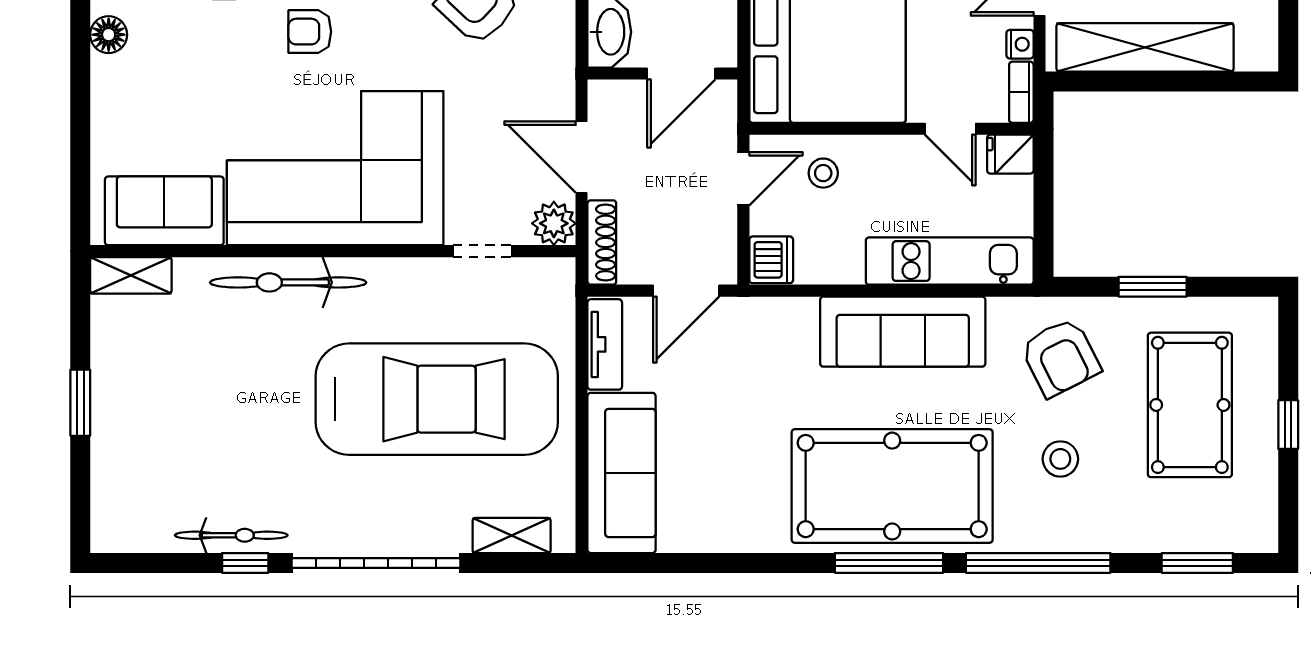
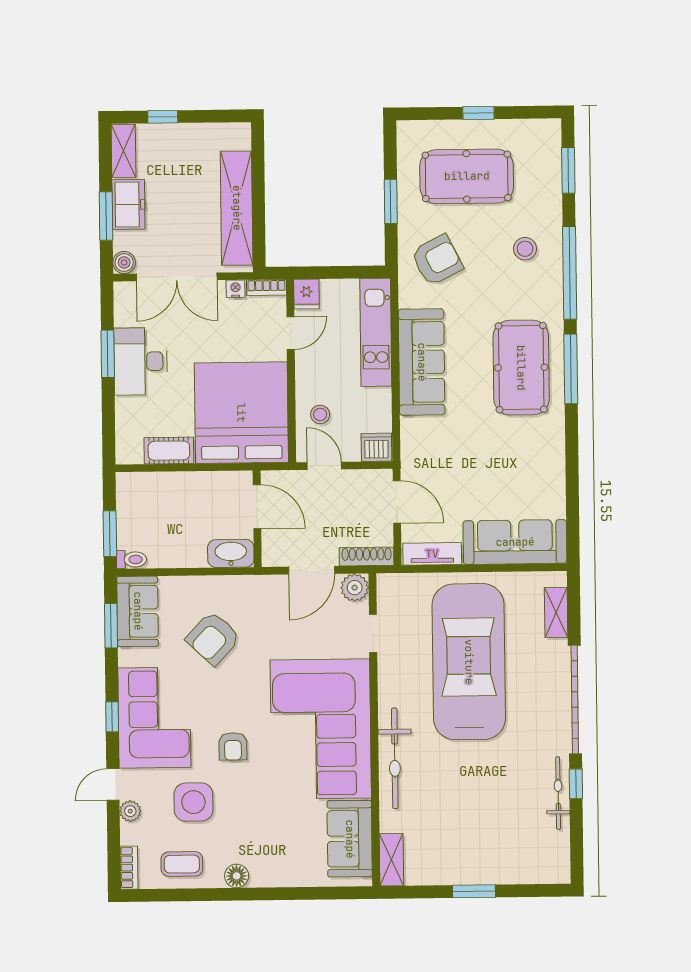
stool: (1060, 459) -> (525, 249), moved
pool table: (892, 486) -> (521, 368), width x0.73, depth x0.76

